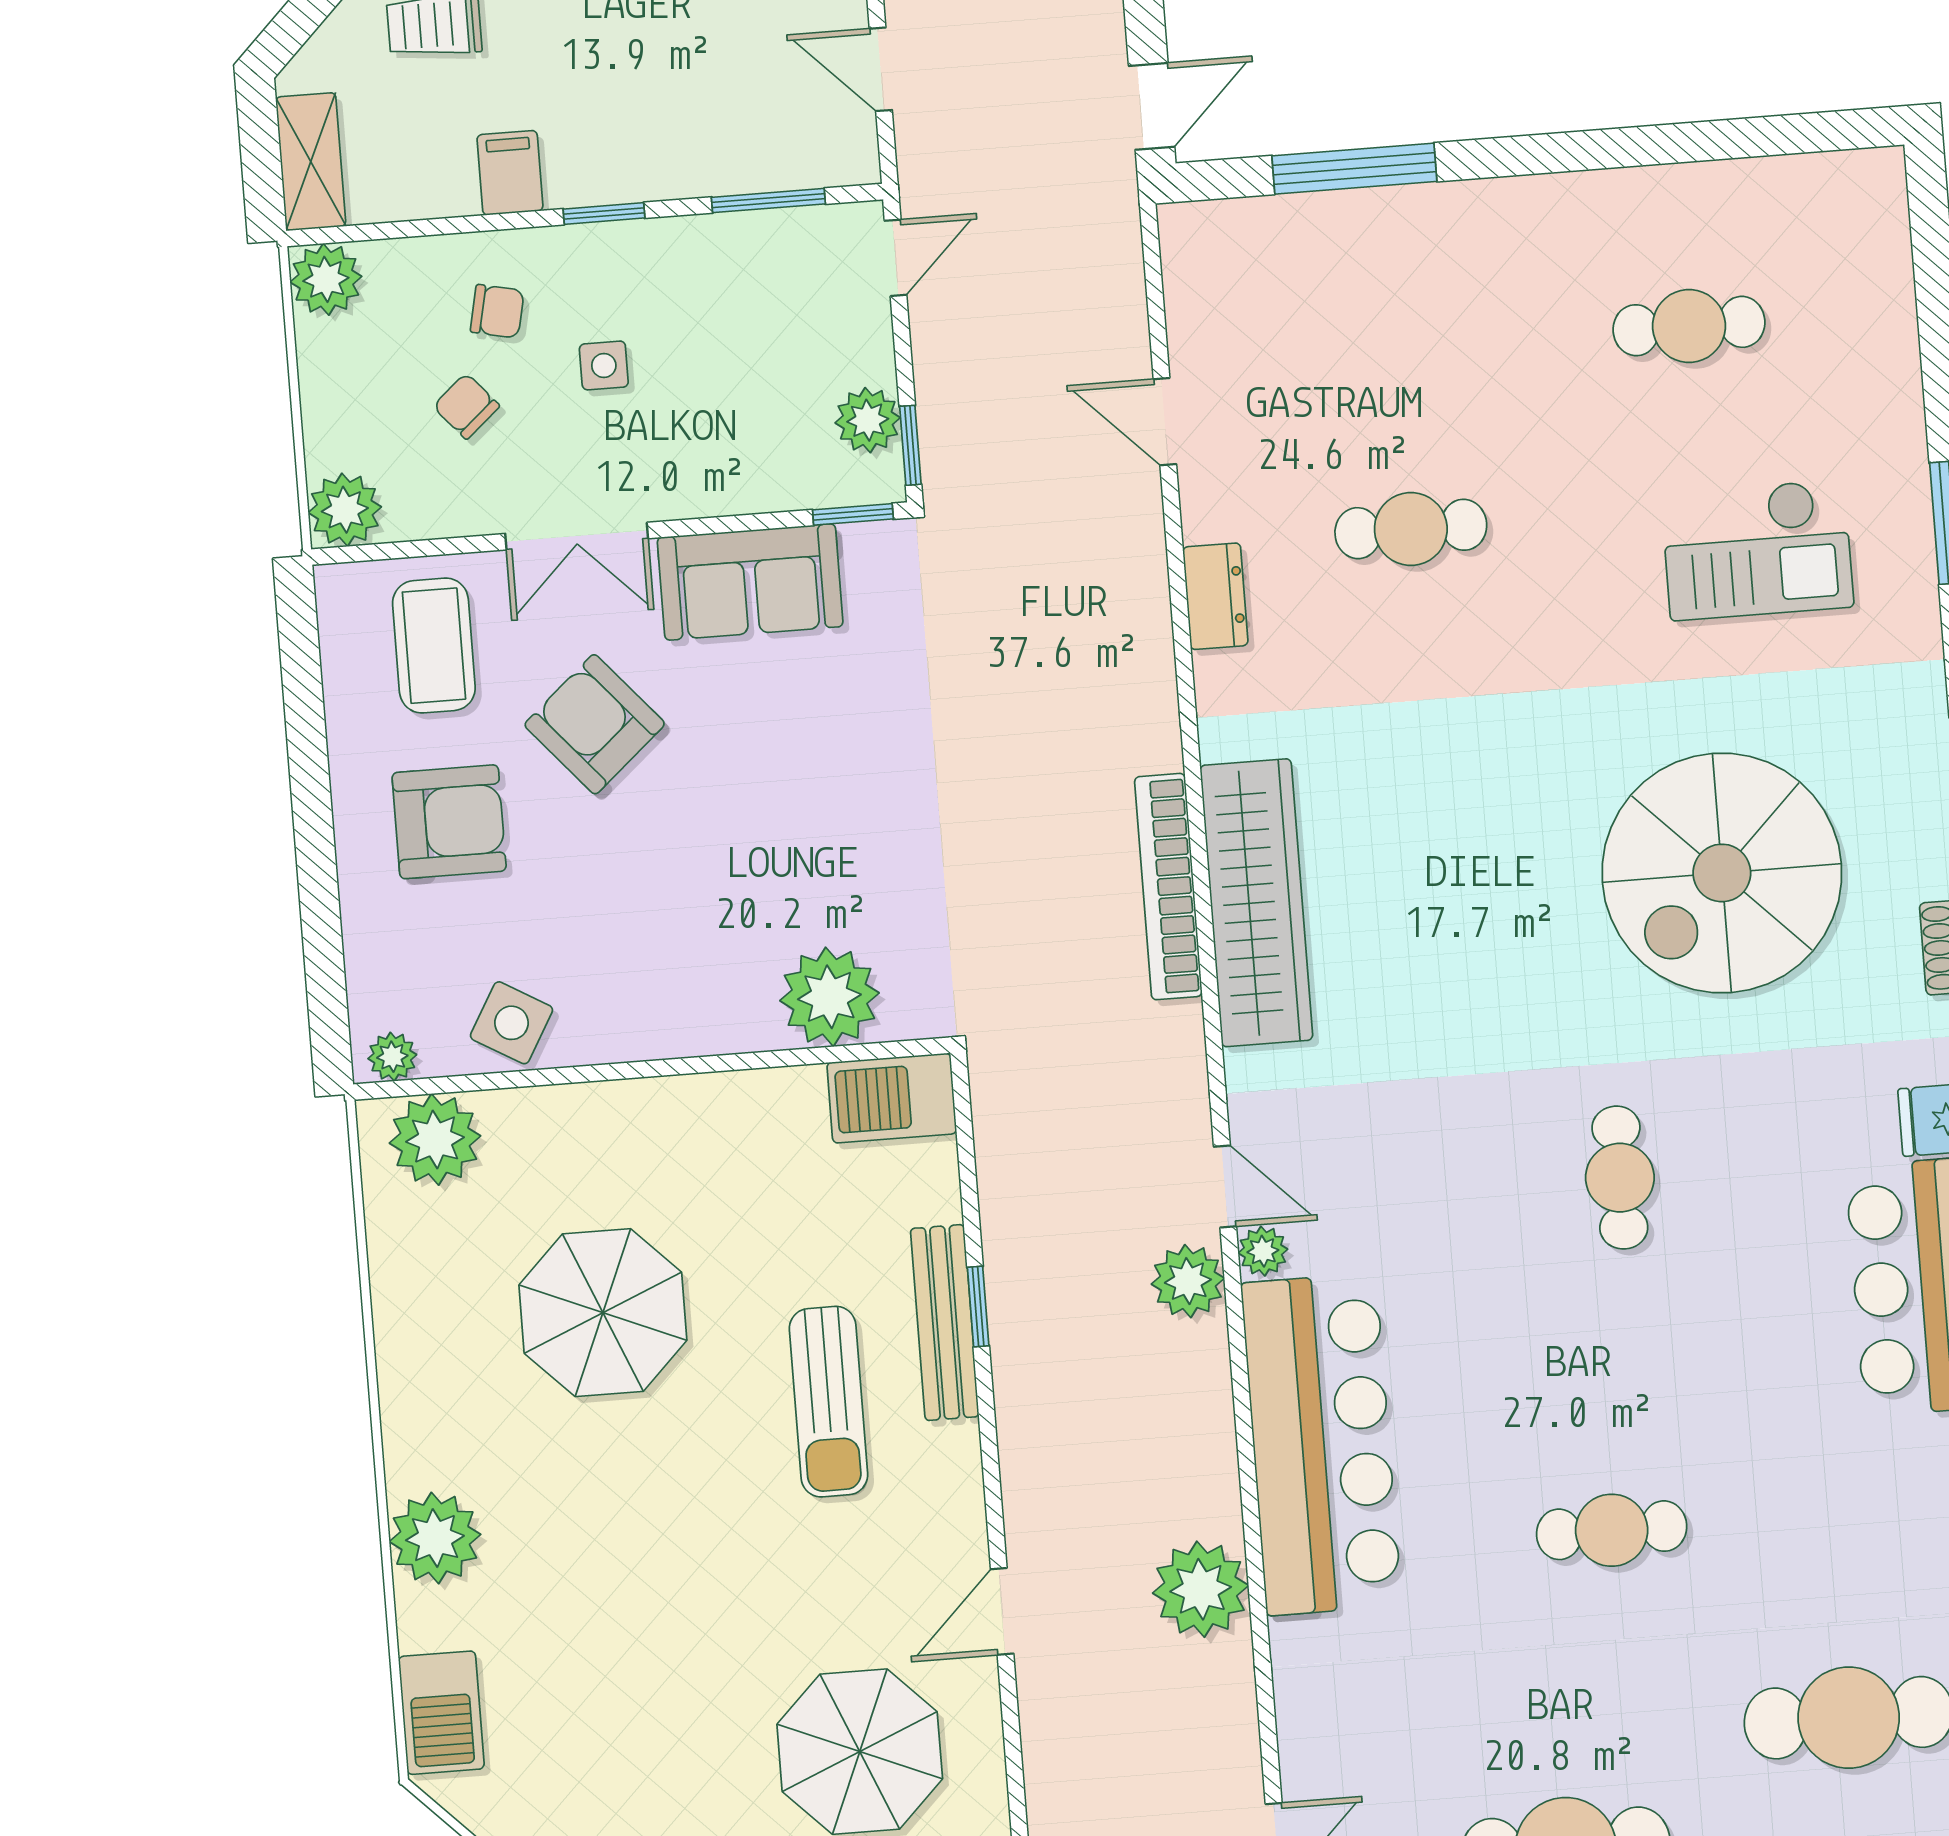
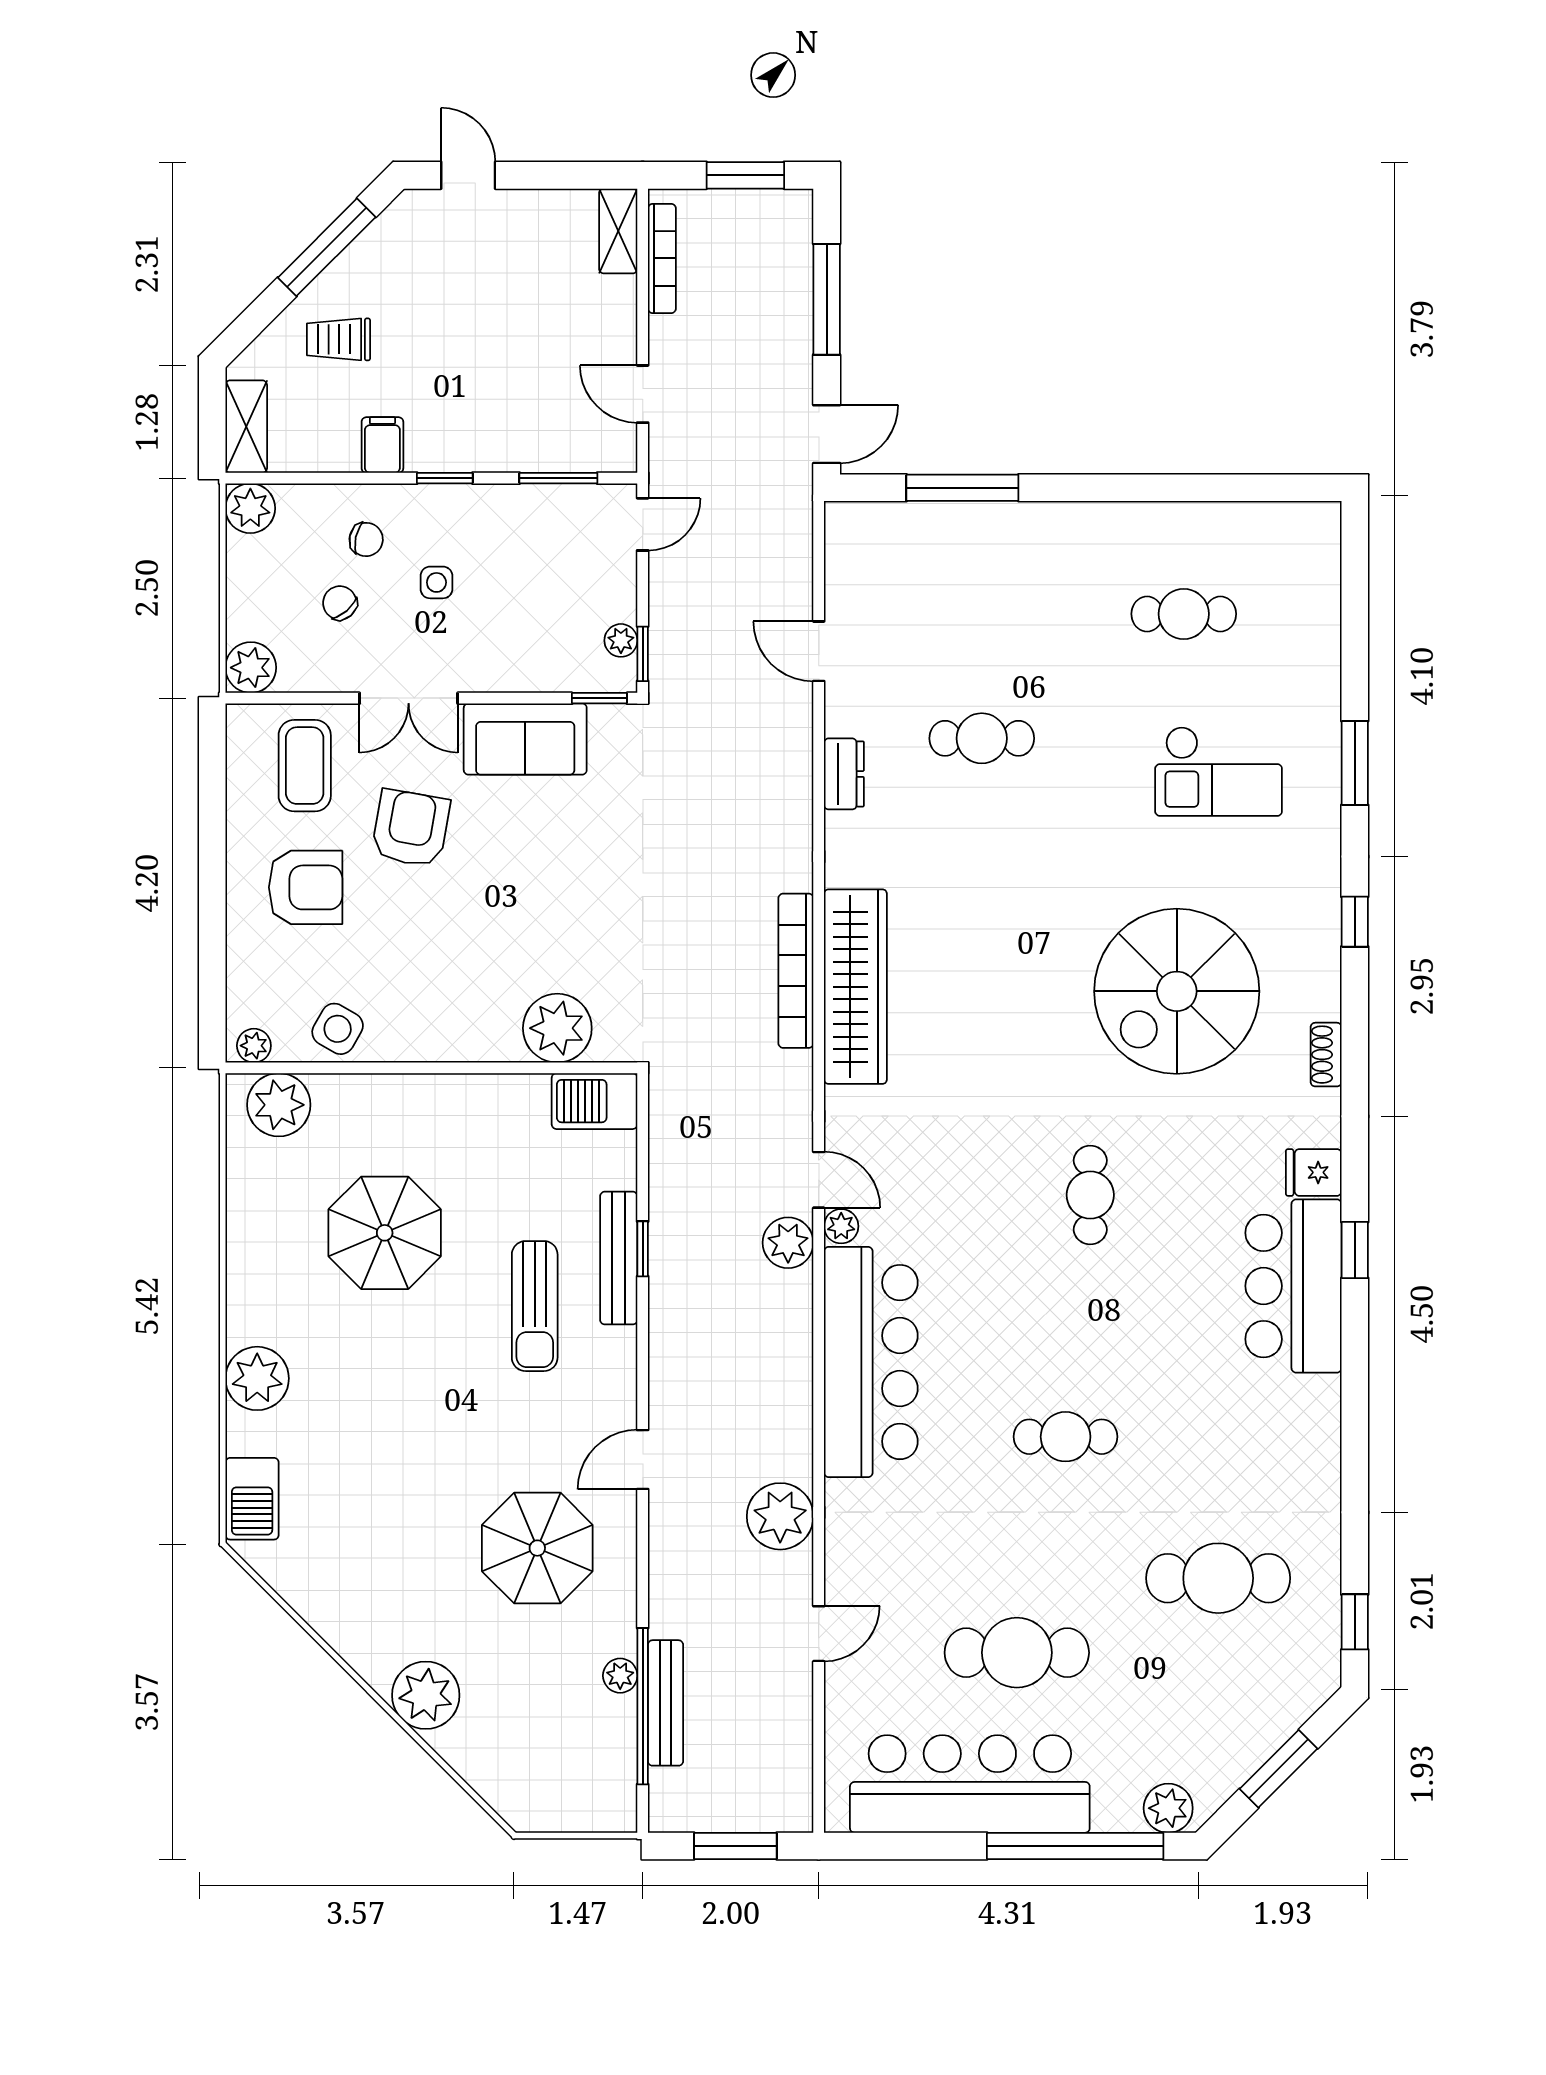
plant: (868, 420) -> (621, 640), width x0.73, depth x0.73
armchair: (595, 724) -> (411, 828), turned 51
plant: (1201, 1589) -> (780, 1516), moved

